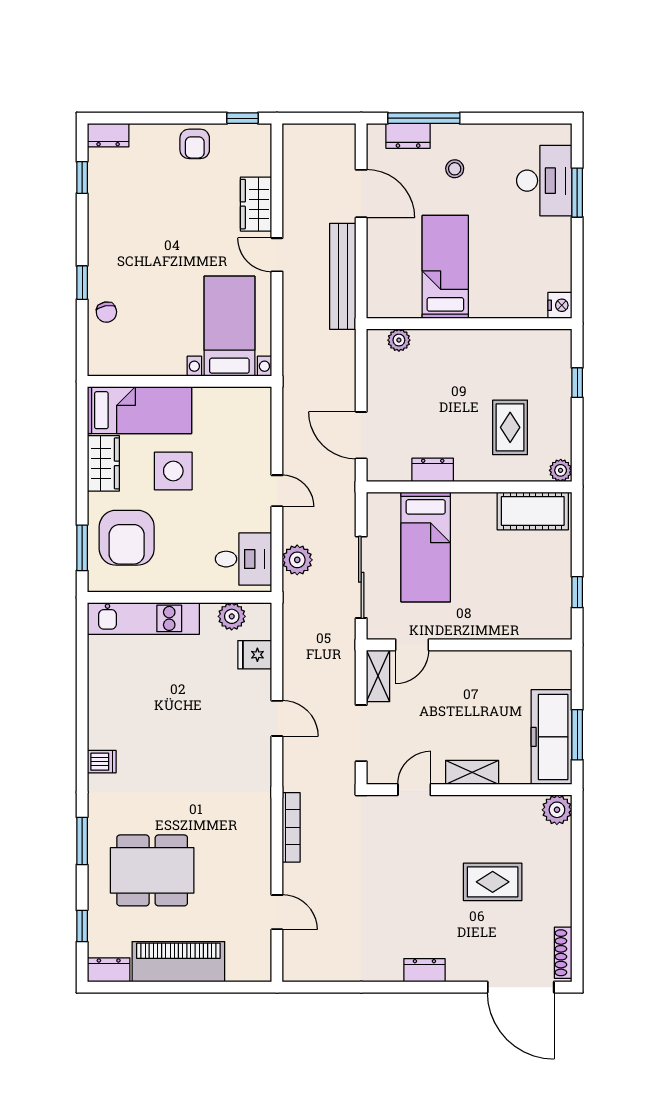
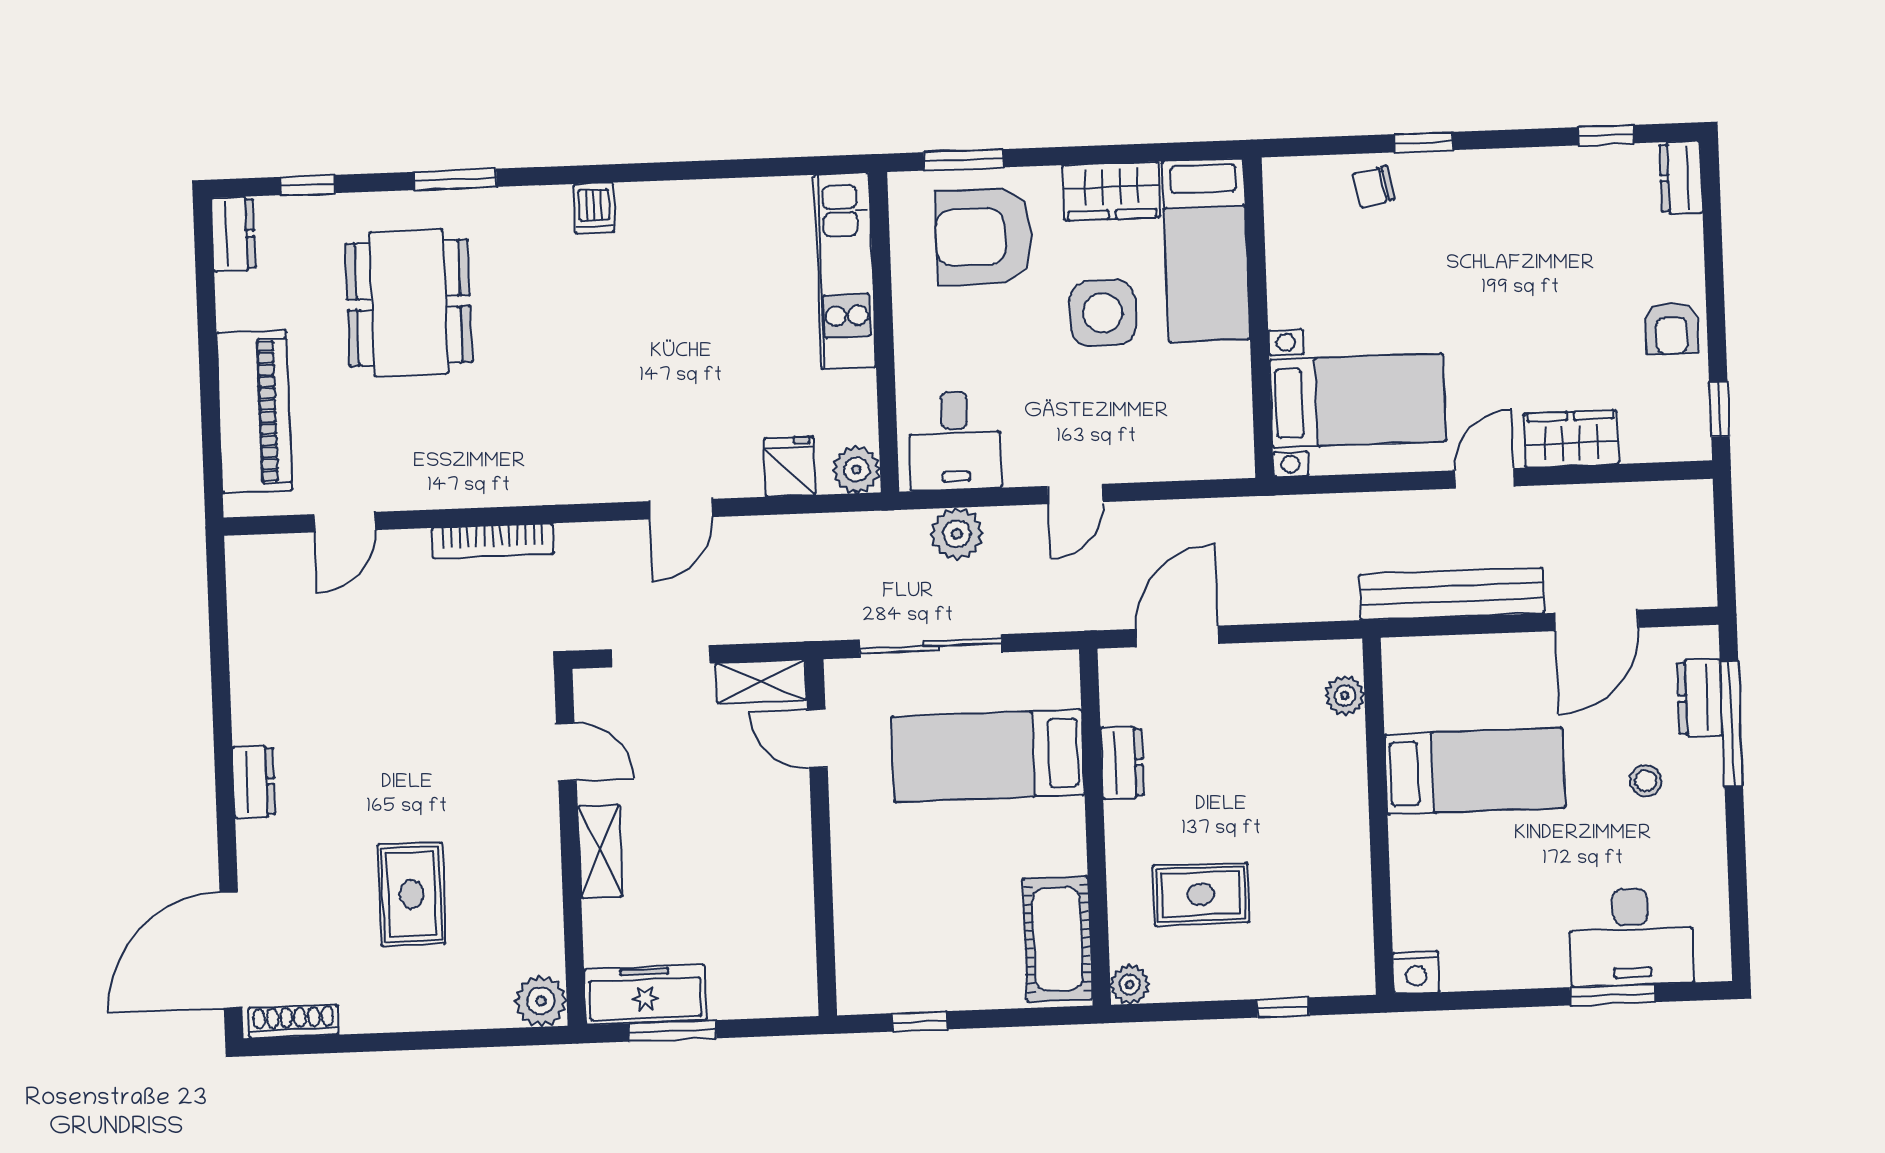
armchair: (195, 144) -> (1671, 328), turned -90
plant: (232, 616) -> (856, 469), moved
freezer: (551, 737) -> (645, 995), width x0.73, depth x0.79
piano: (178, 962) -> (254, 412), moved

